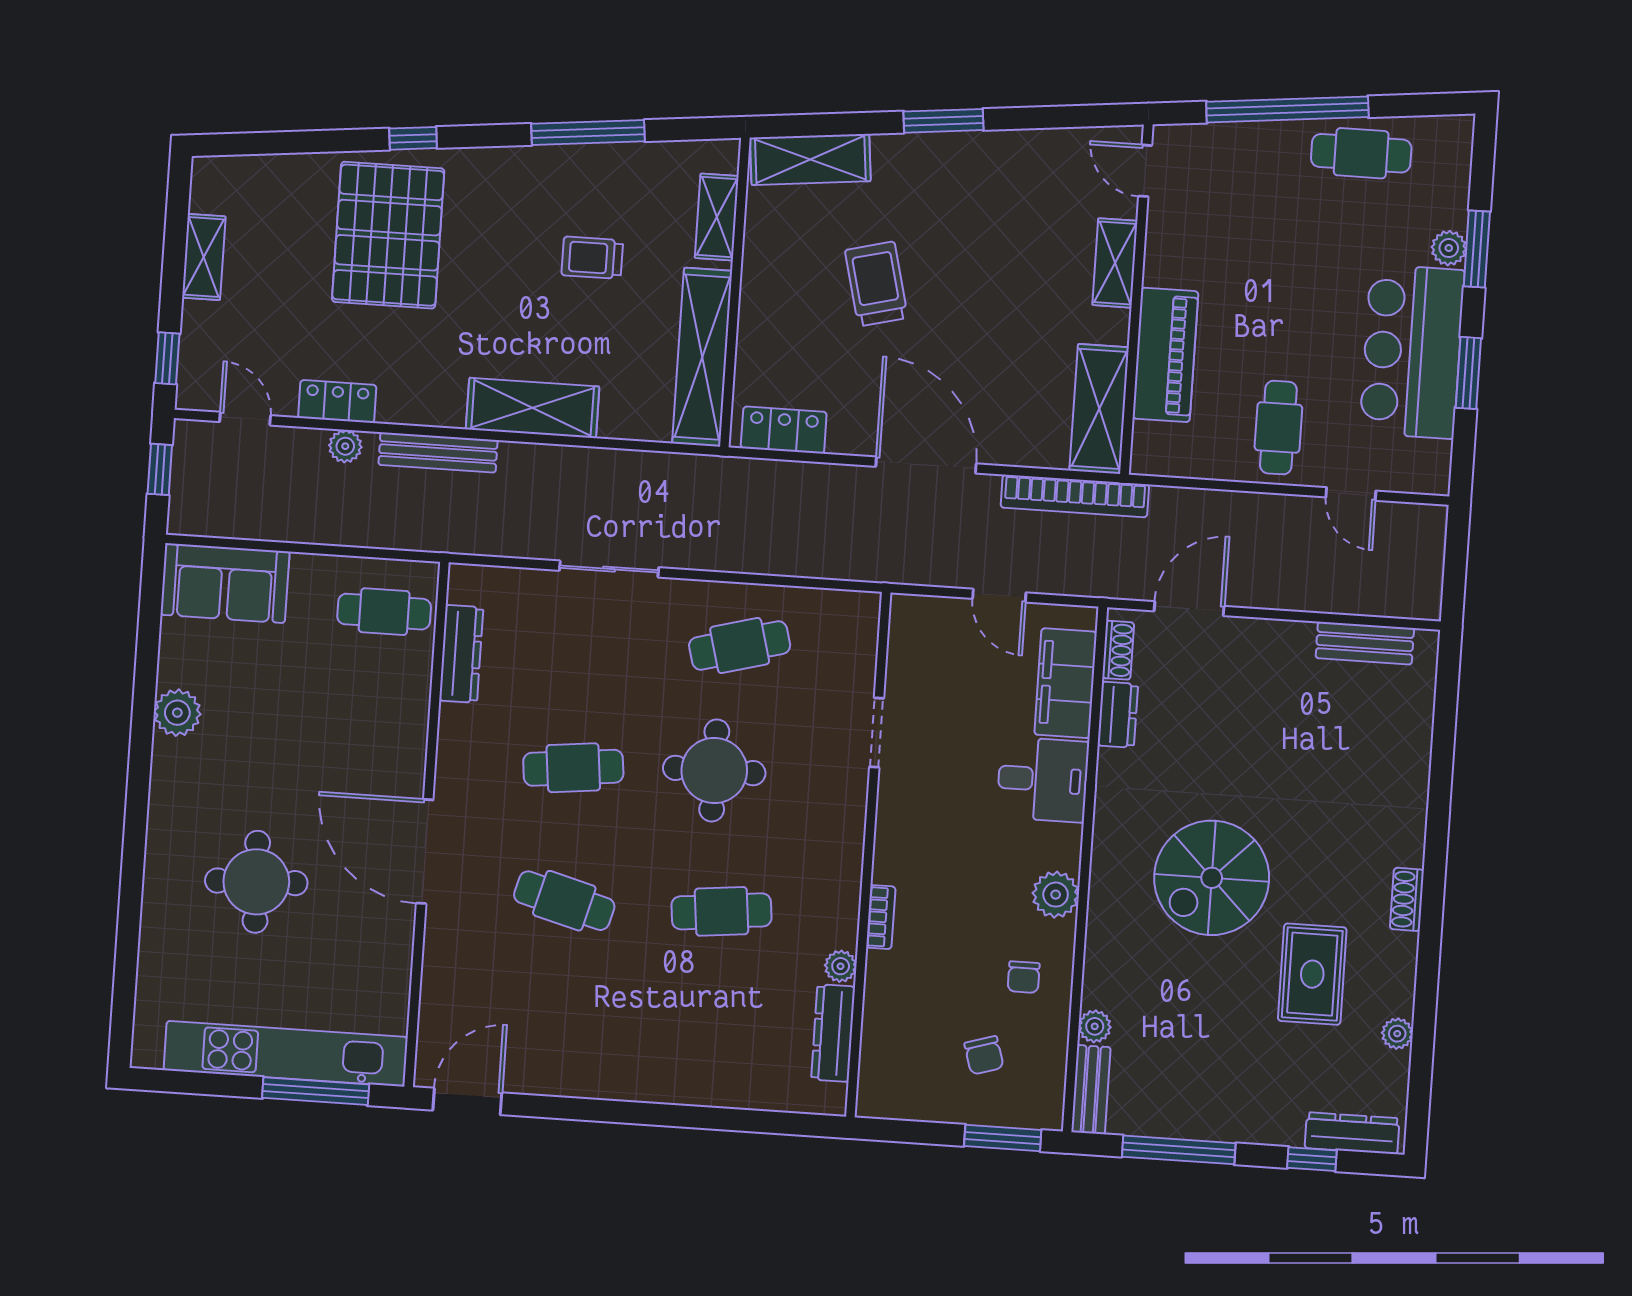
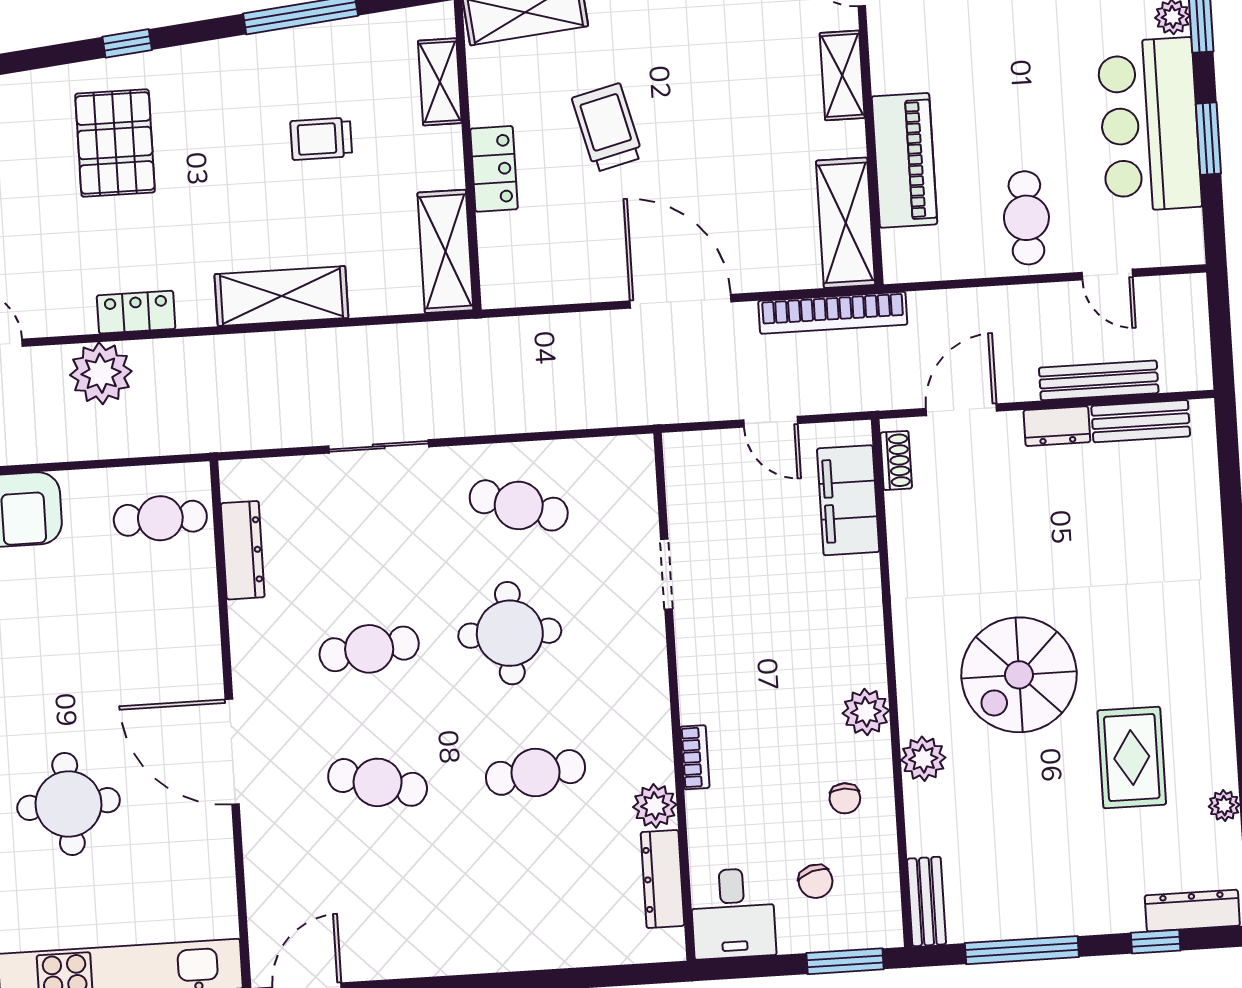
pallet: (388, 235) -> (115, 143), width x0.73, depth x0.71
shelving: (702, 357) -> (445, 251), width x0.68
locker: (337, 401) -> (136, 312), moved
locker: (784, 430) -> (494, 169), moved, turned 90
plant: (345, 446) -> (101, 373), width x1.87, depth x1.87
bench: (438, 452) -> (1099, 380), moved
cafe table: (740, 646) -> (519, 505), turned 33
dresser: (1118, 715) -> (1057, 426), moved, turned 90
desk: (1043, 779) -> (733, 914), moved, turned 90
shoe rack: (1407, 899) -> (1216, 671), removed
plant: (841, 966) -> (655, 806), width x1.38, depth x1.38
plant: (1095, 1026) -> (923, 759), moved, width x1.38, depth x1.38

